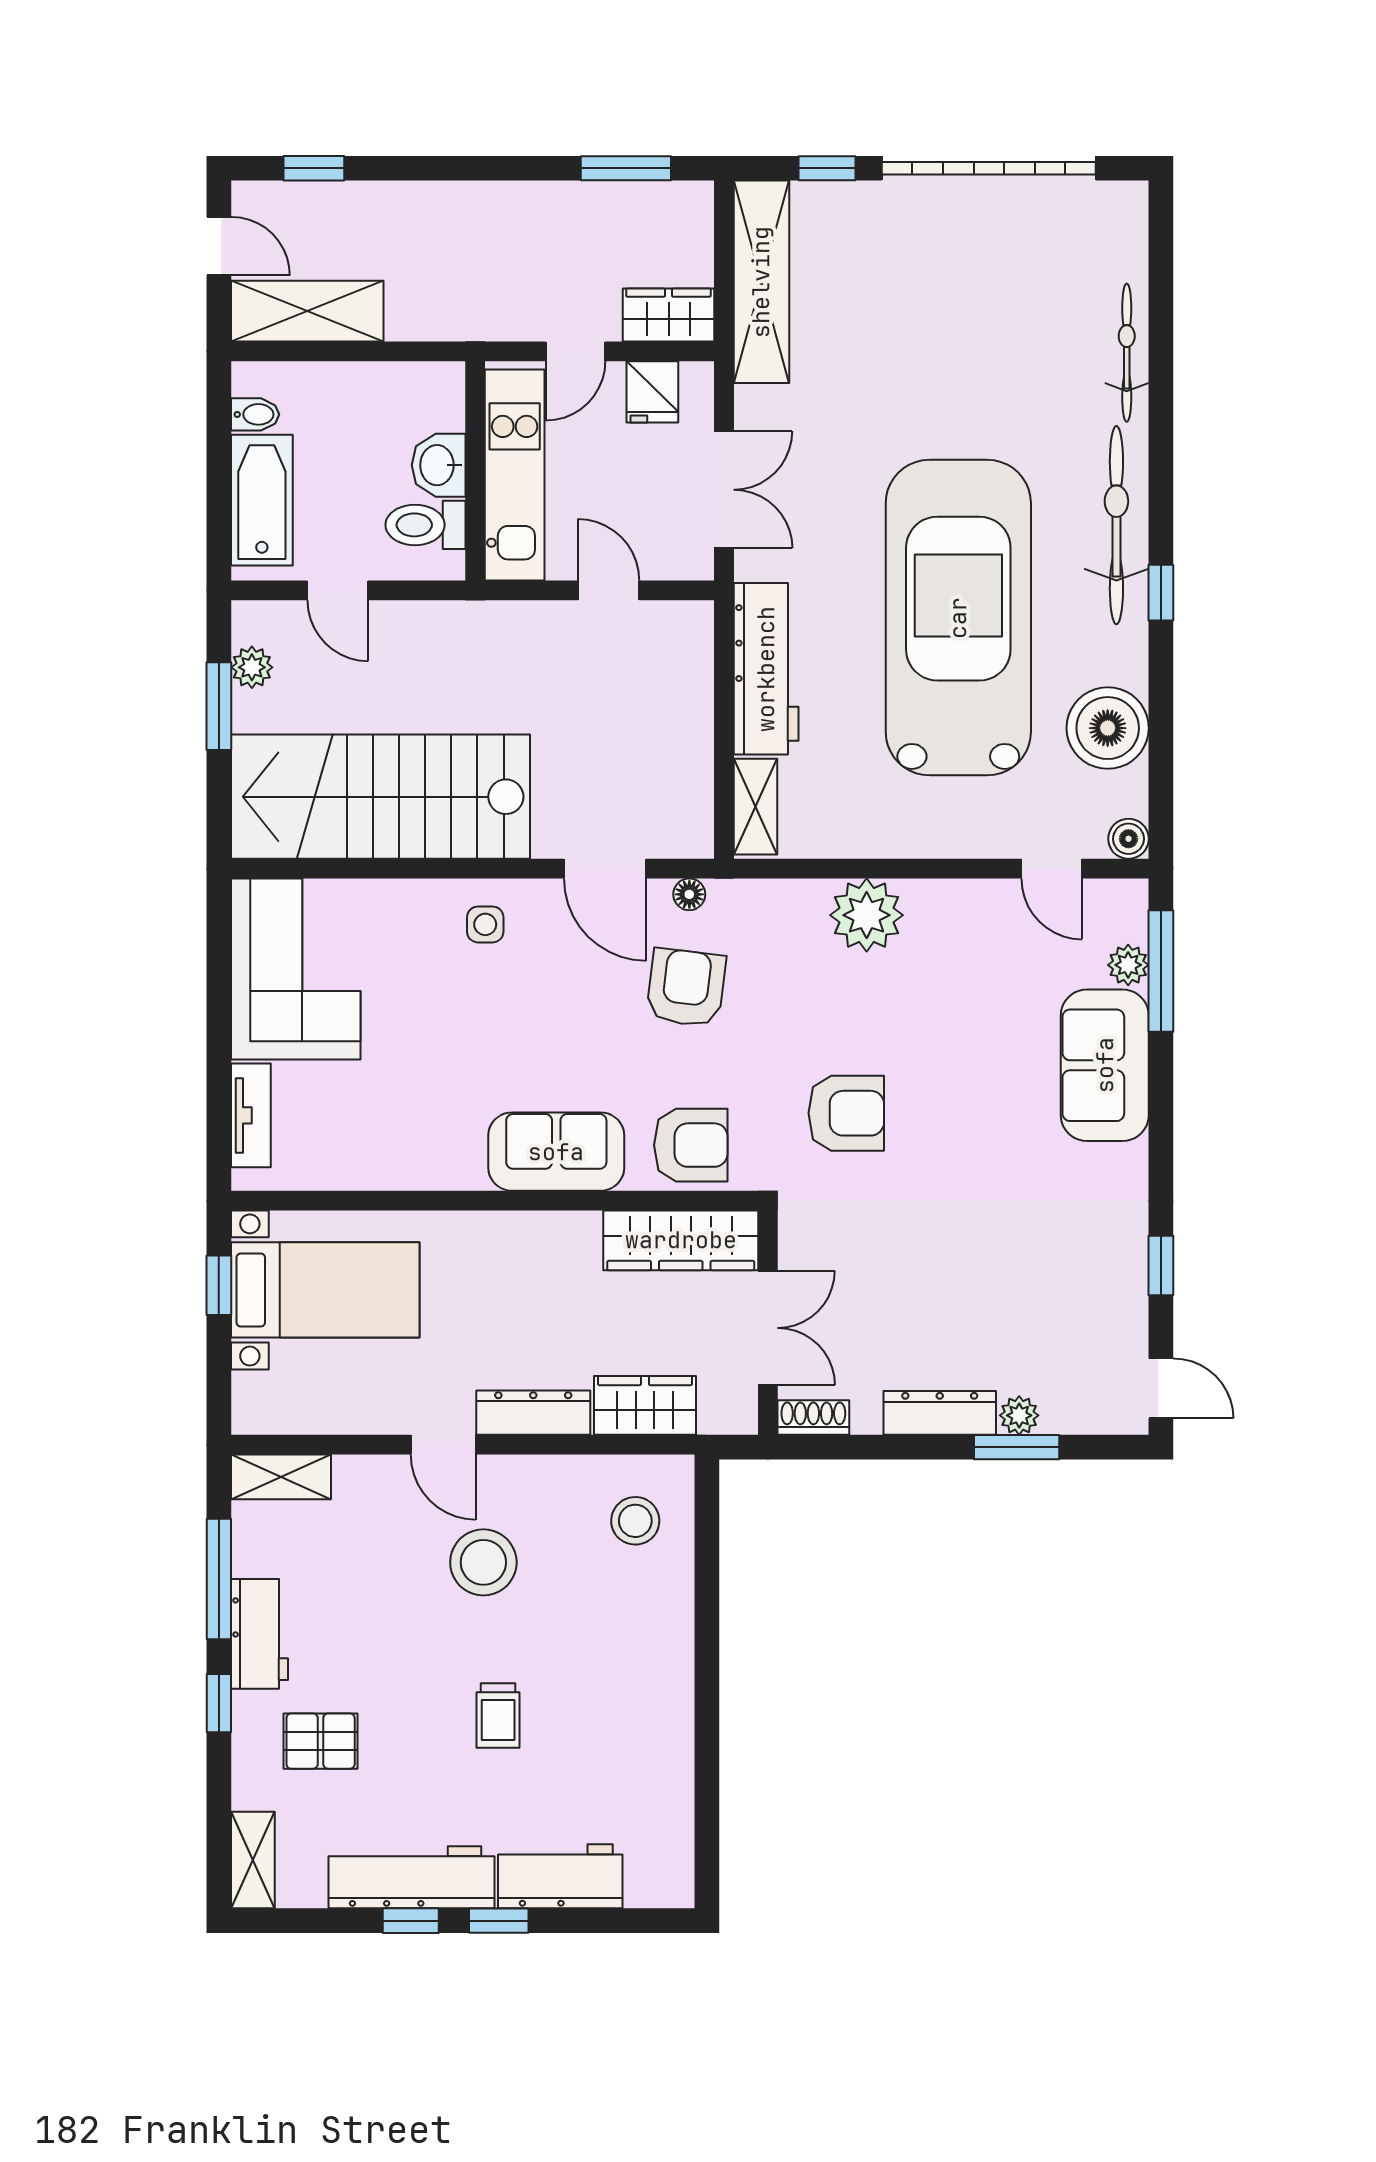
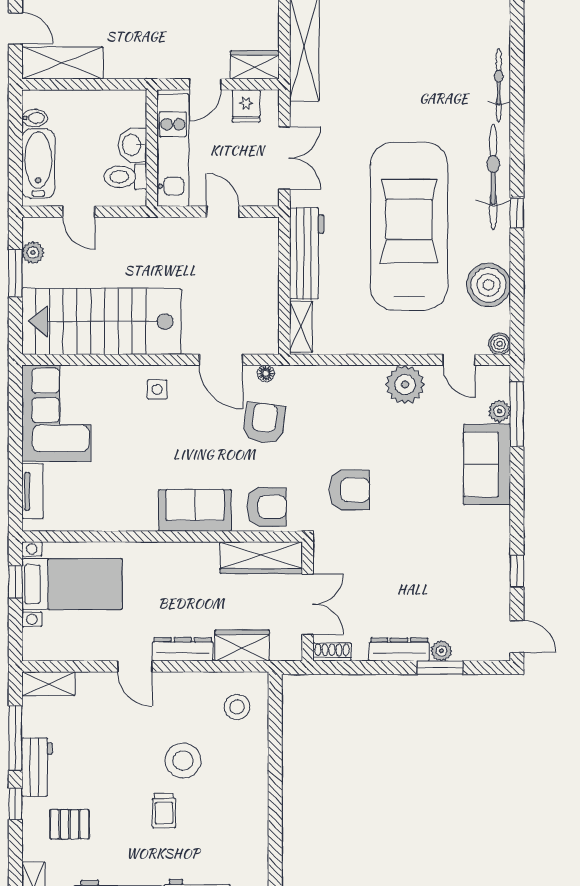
plant: (867, 915) -> (405, 384), moved
stool: (483, 1562) -> (183, 761), moved

